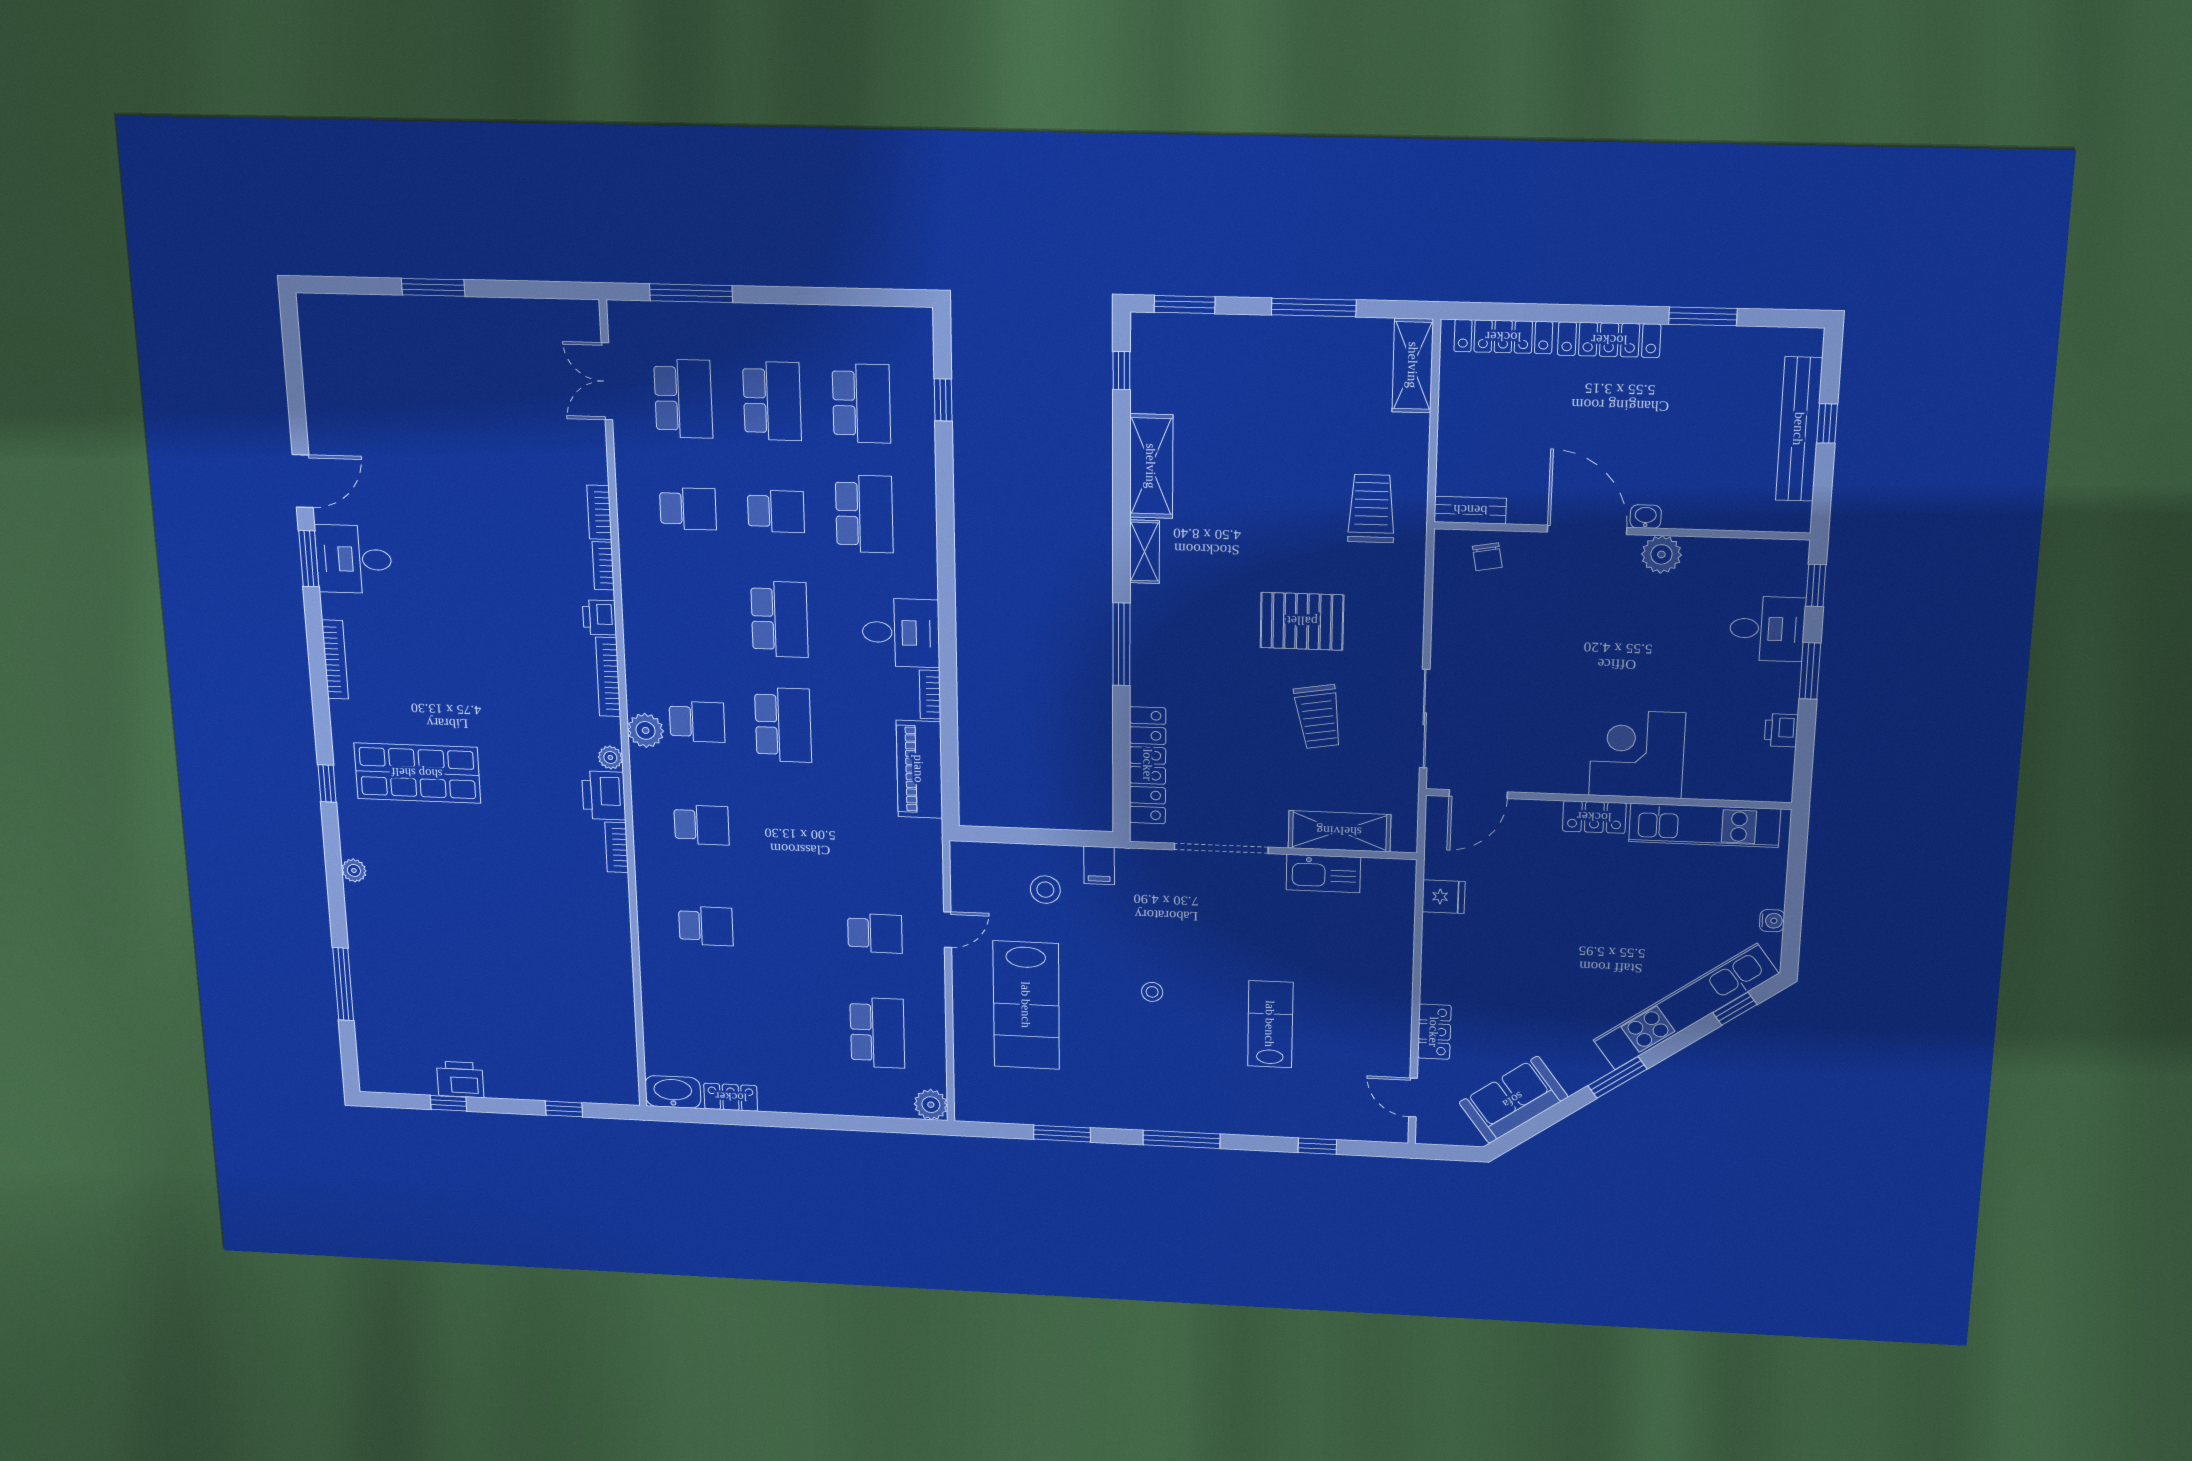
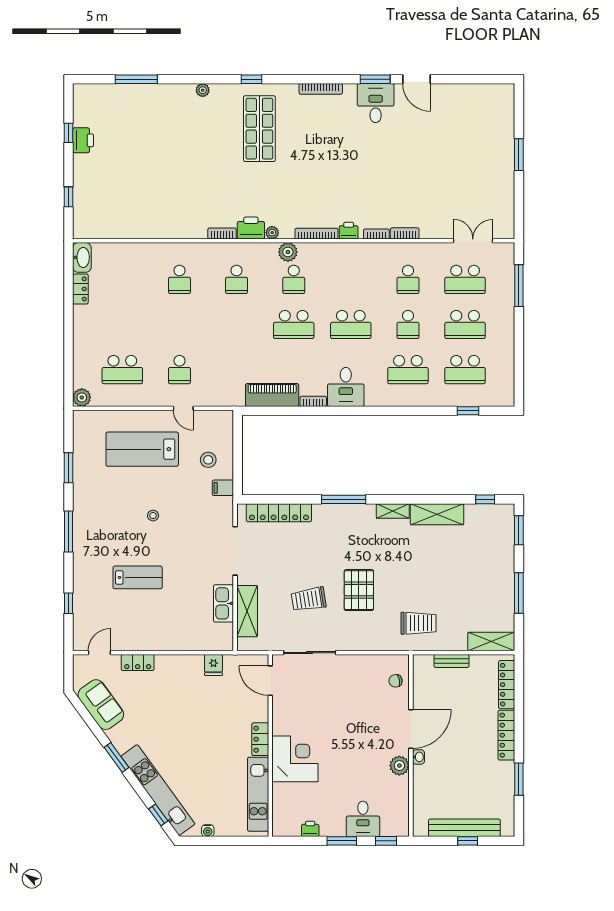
bench: (1470, 510) -> (452, 661), moved, turned 90

